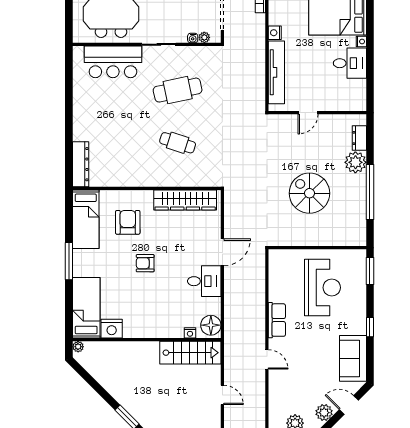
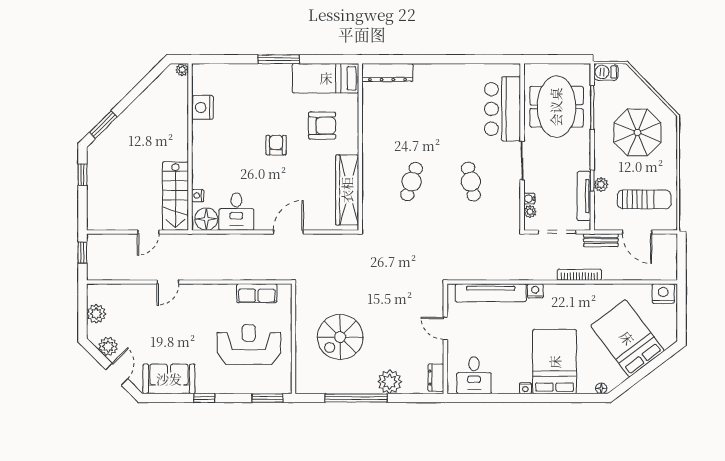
desk: (350, 63) -> (474, 375), moved
cafe table: (178, 90) -> (471, 182), width x0.73, depth x0.74
dresser: (359, 138) -> (436, 378), moved, turned -90
spiral stairs: (309, 193) -> (340, 337), moved, turned 180
door: (222, 252) -> (288, 232), swing flipped
desk: (204, 281) -> (236, 212), moved
reception desk: (322, 288) -> (249, 345), turned 180
bed: (86, 308) -> (226, 79), removed
row of seats: (277, 320) -> (257, 293), moved
door: (222, 395) -> (148, 232), moved

